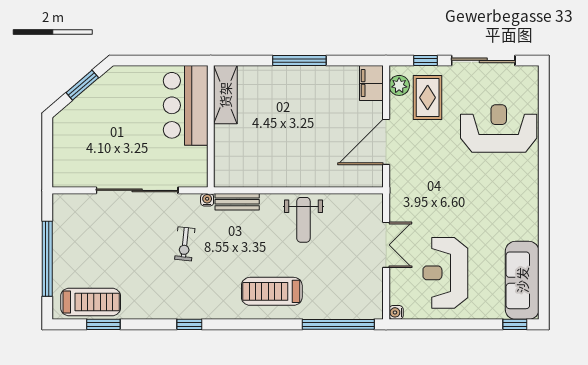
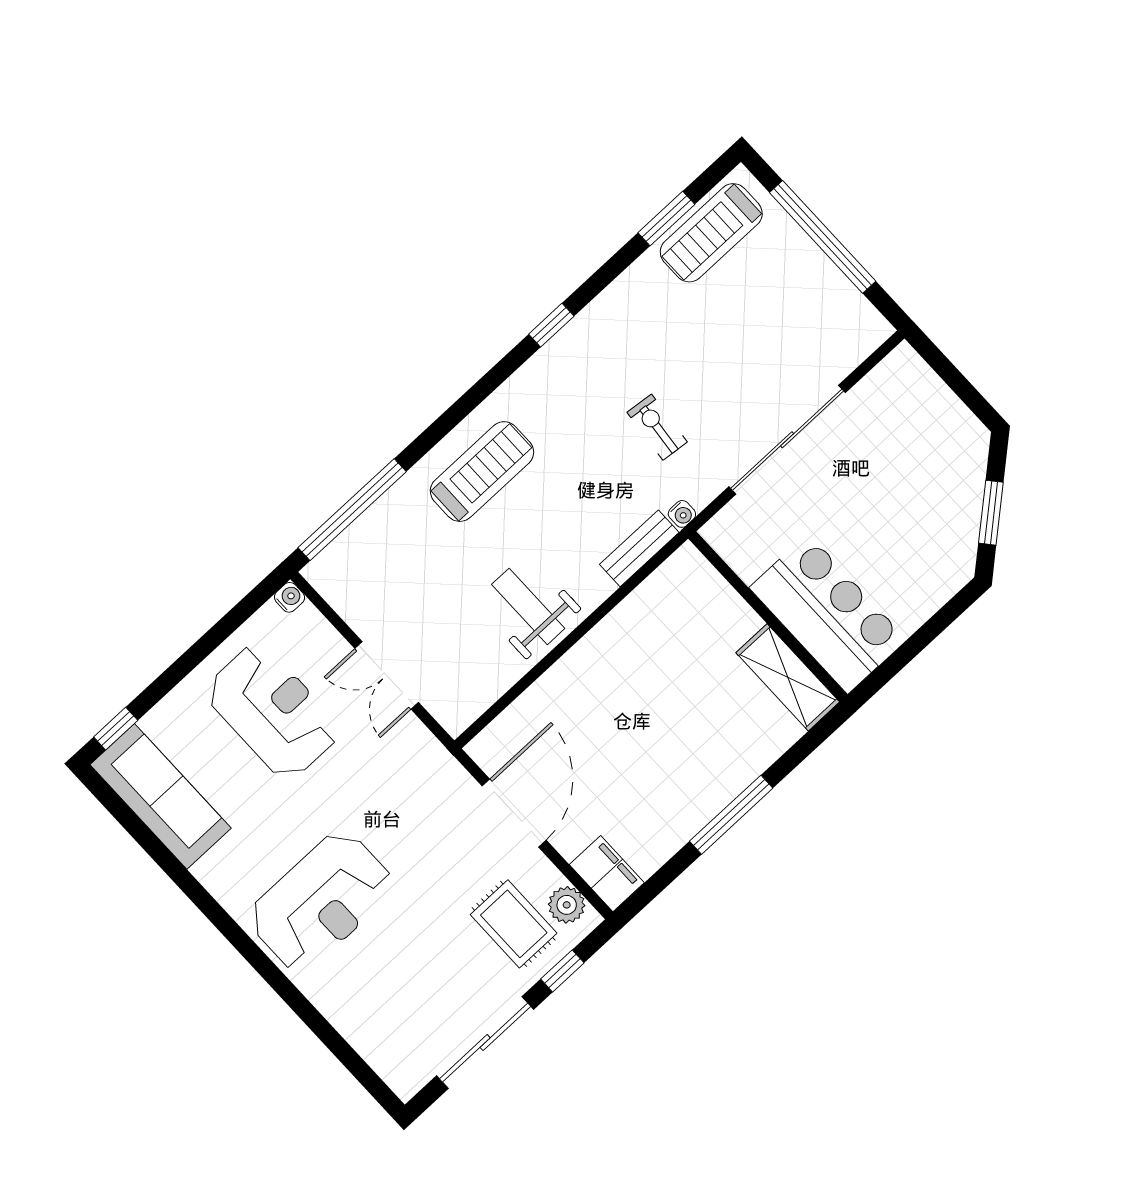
reception desk: (499, 129) -> (321, 901), moved

